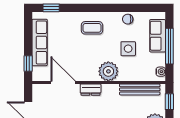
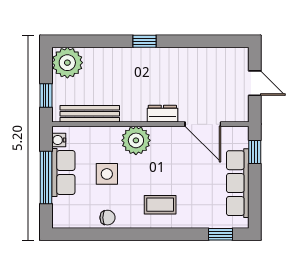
row of seats: (158, 36) -> (63, 172), moved

